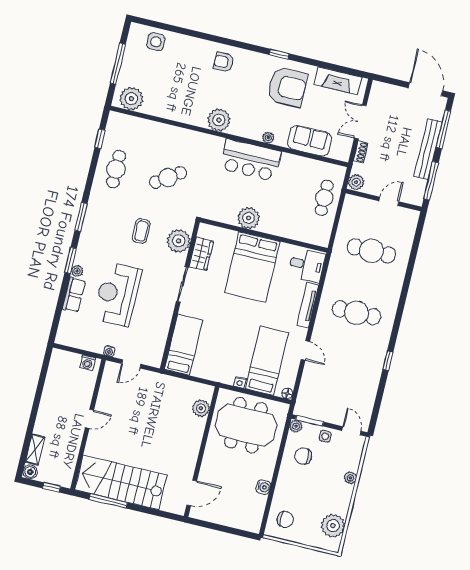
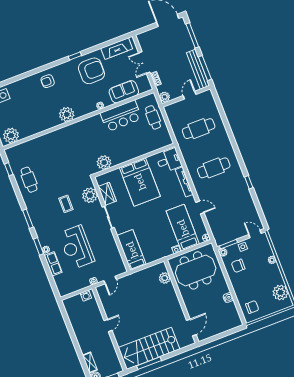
bench: (428, 149) -> (198, 69), moved
bar counter: (251, 160) -> (121, 116), moved
cafe table: (168, 178) -> (61, 165), removed
plant: (249, 218) -> (104, 163), moved

